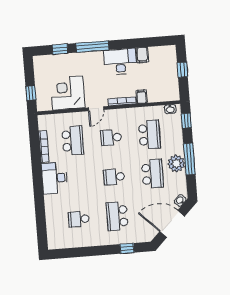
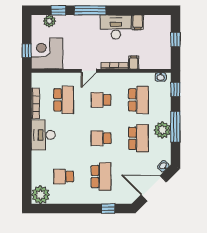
plant: (52, 61) -> (49, 21), added
corner desk: (68, 93) -> (47, 53), moved
school desk: (117, 216) -> (101, 177), turned 180
plant: (57, 240) -> (41, 195), added

